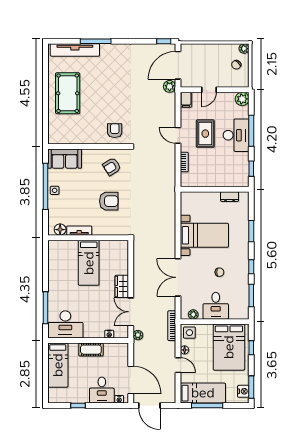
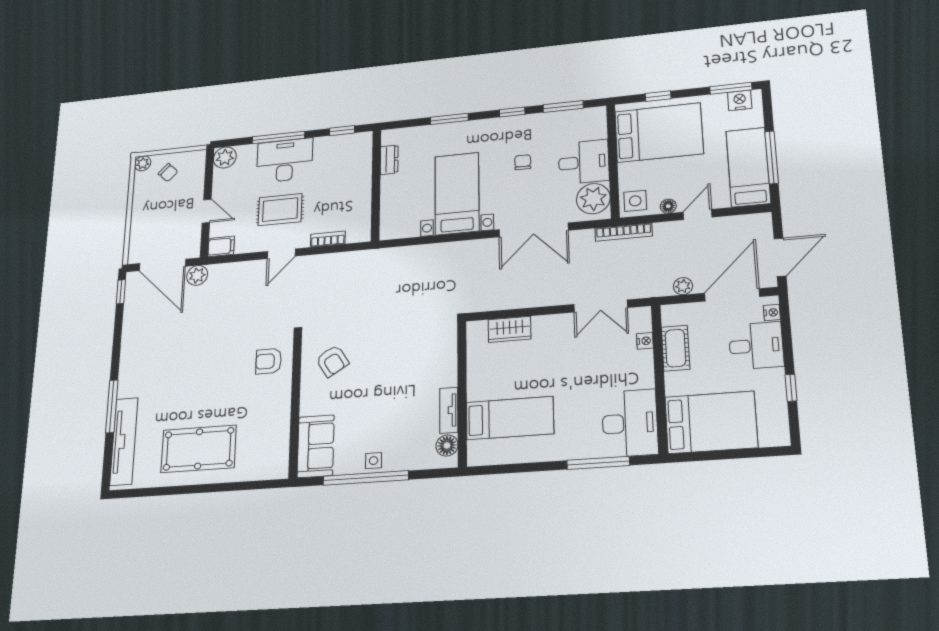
armchair: (109, 201) -> (395, 362), removed
bed: (89, 263) -> (510, 418), moved
wardrobe: (122, 286) -> (510, 329), moved
plant: (193, 314) -> (593, 199), width x1.88, depth x1.88
plant: (138, 335) -> (683, 286), moved
cot: (91, 350) -> (675, 348), moved
bed: (58, 365) -> (711, 422), width x1.50

